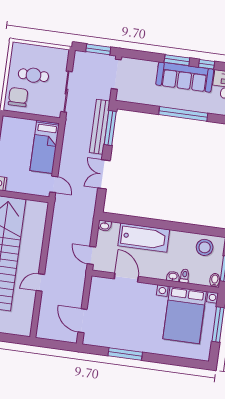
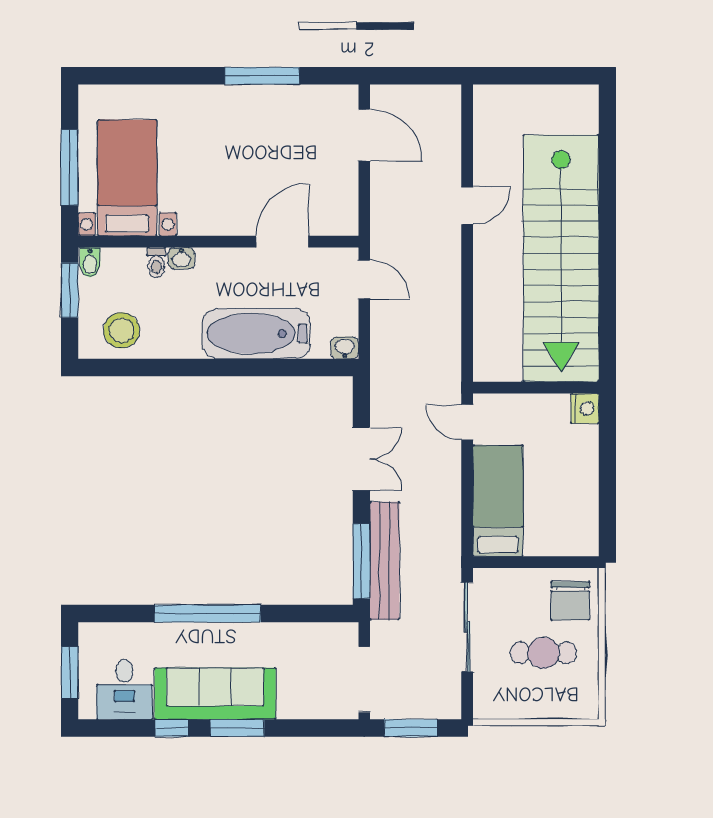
door: (126, 278) -> (282, 242), swing flipped
bed with nightstands: (185, 315) -> (127, 178), width x0.73

